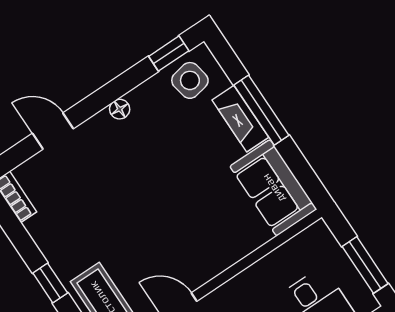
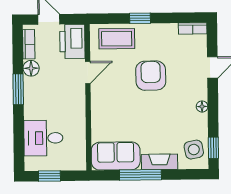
window: (261, 110) -> (140, 175), moved
armchair: (123, 213) -> (151, 76), added
window: (365, 265) -> (49, 176), width x0.67

